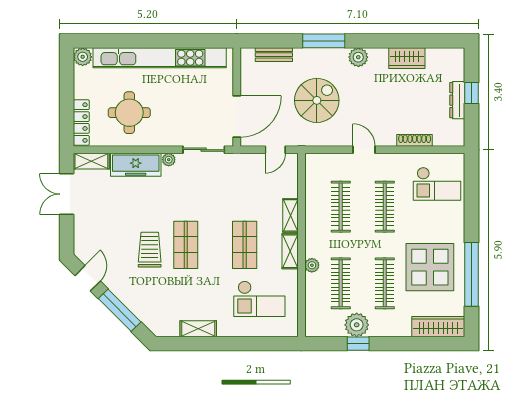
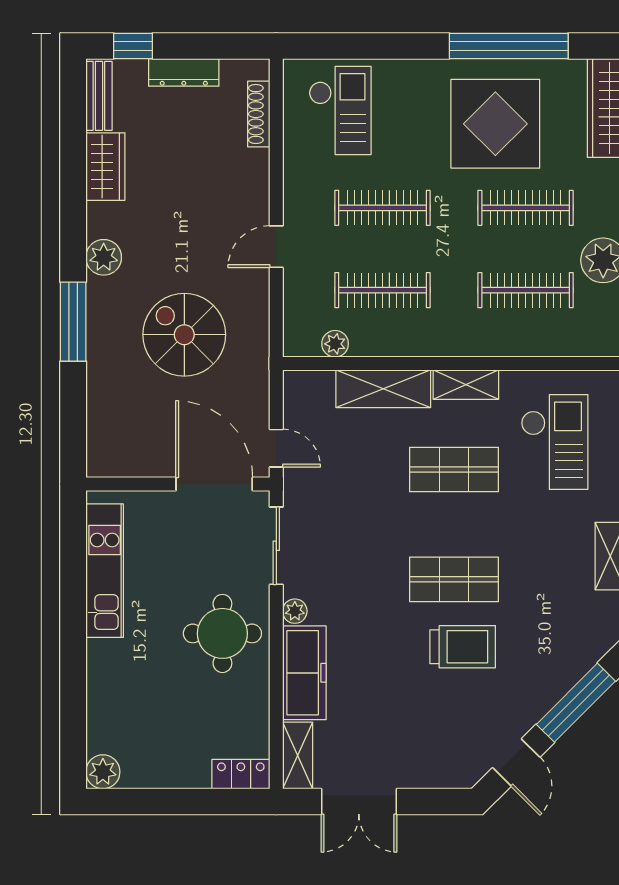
bench: (274, 55) -> (99, 96), moved
kitchen unit: (160, 58) -> (105, 571), width x0.54
window: (471, 93) -> (133, 46), moved
round table: (129, 113) -> (222, 633), moved
locker: (81, 123) -> (241, 774), width x0.66
shoe rack: (415, 140) -> (259, 114), moved
door: (275, 150) -> (276, 448), moved
shelving: (290, 215) -> (383, 389), width x1.50, depth x1.33
trolley: (150, 250) -> (463, 647), turned 180
plant: (312, 265) -> (335, 344), moved
door: (88, 278) -> (516, 762), swing flipped

